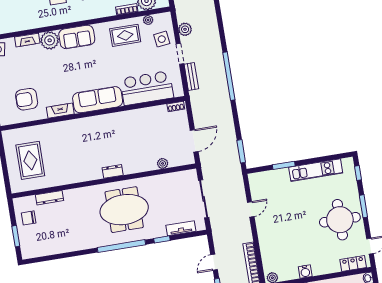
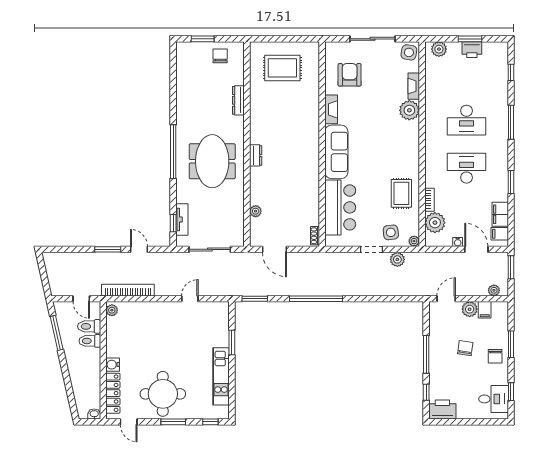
plant: (148, 20) -> (414, 241), moved
sofa: (77, 37) -> (408, 140), removed
bench: (191, 76) -> (345, 258), removed
window: (229, 76) -> (316, 299), moved
dresser: (49, 198) -> (238, 100), moved
door: (251, 209) -> (190, 299), swing flipped
window: (162, 239) -> (173, 223), moved
locker: (353, 263) -> (113, 393), width x1.53
water cooler: (305, 272) -> (113, 365), moved

